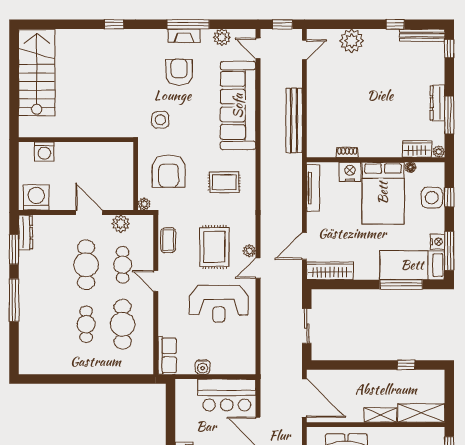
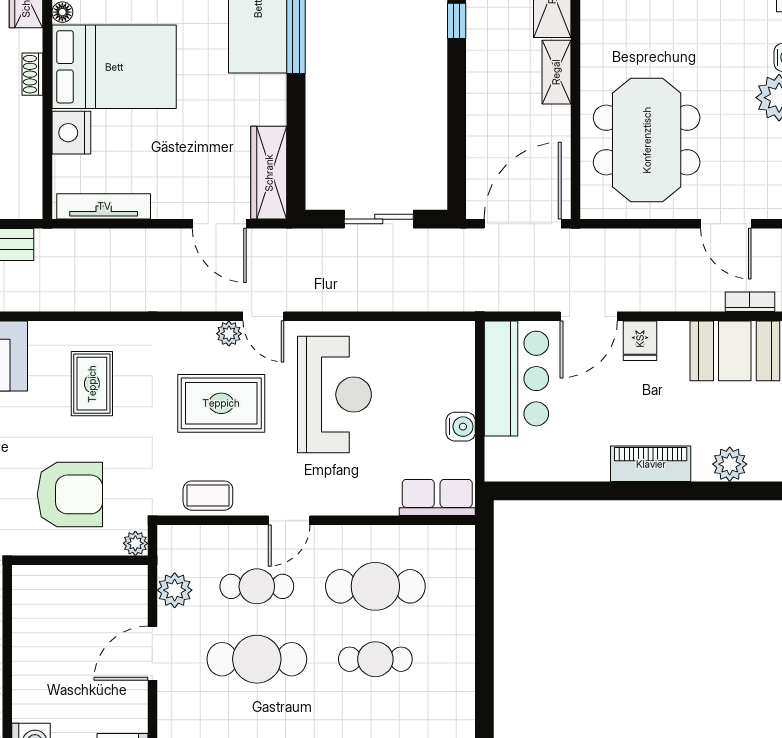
shoe rack: (347, 152) -> (32, 74), moved

